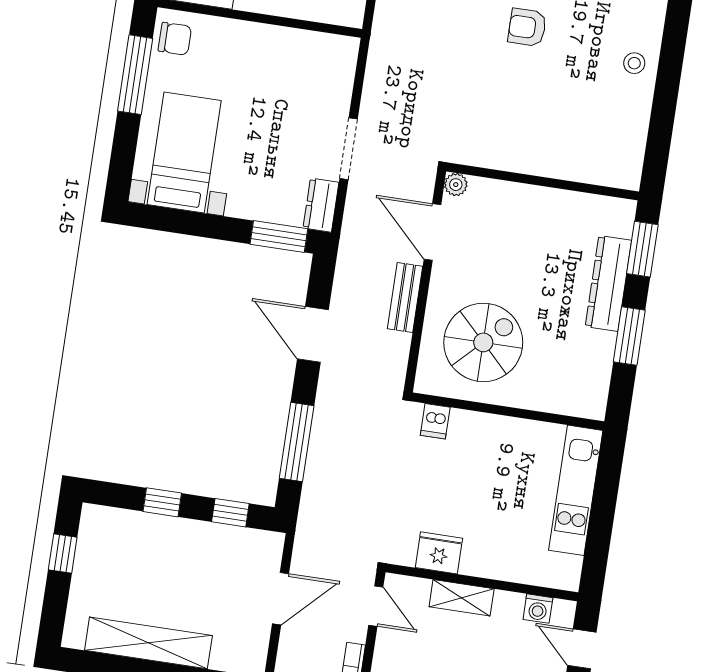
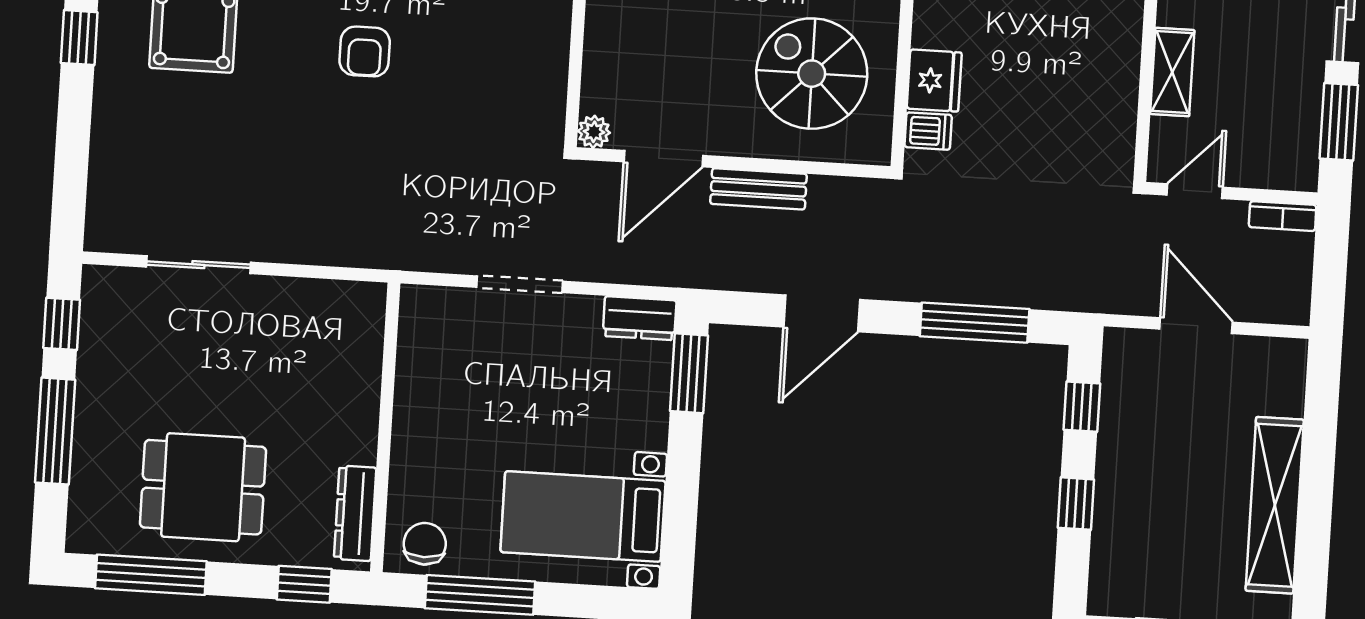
doorway: (349, 149) -> (519, 284), moved
fridge: (439, 553) -> (934, 81), moved, turned 180

